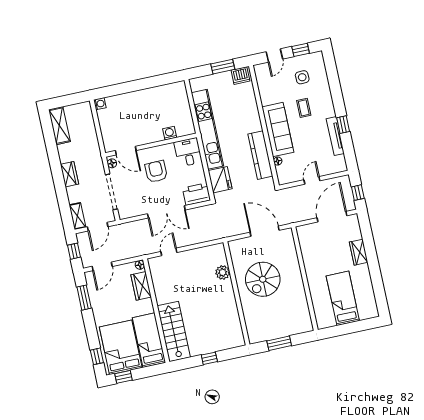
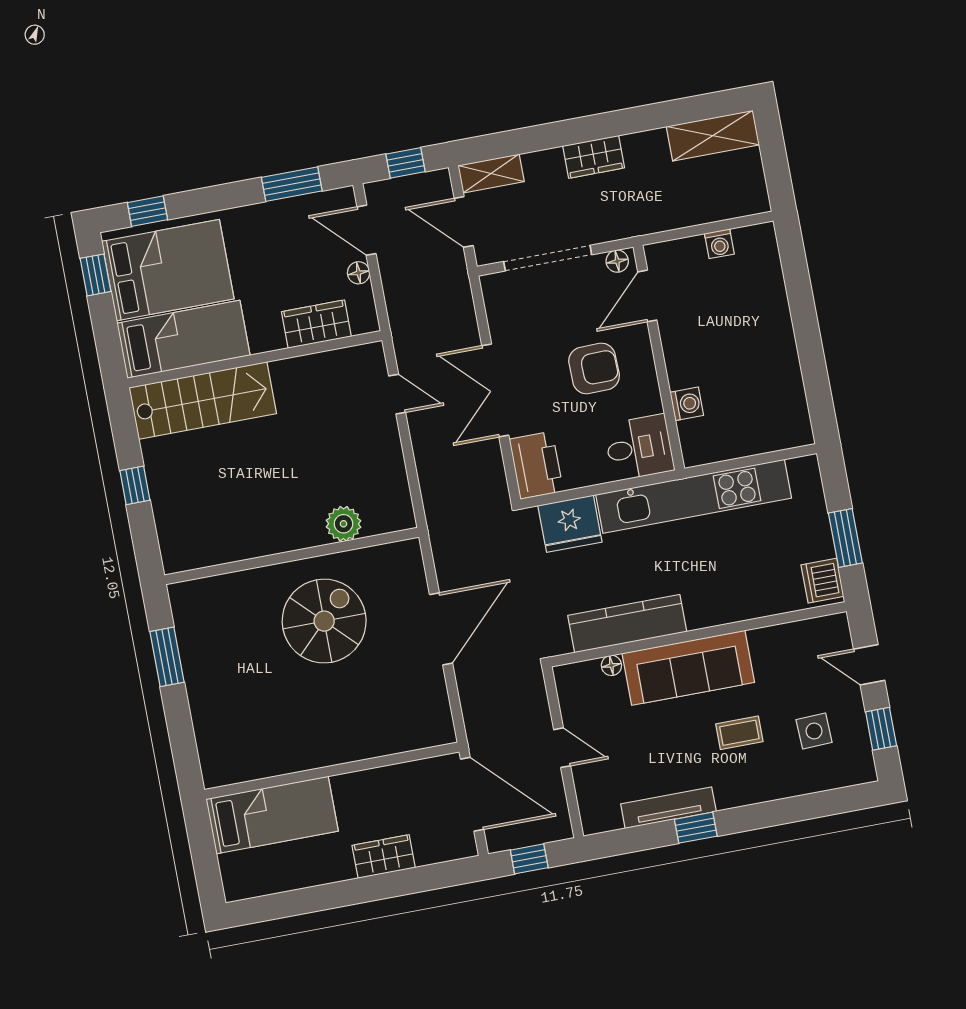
washing machine: (100, 104) -> (719, 244), moved
floor lamp: (140, 265) -> (359, 273), moved
spiral stairs: (263, 279) -> (324, 621), turned 90
wall: (305, 279) -> (332, 771), moved

